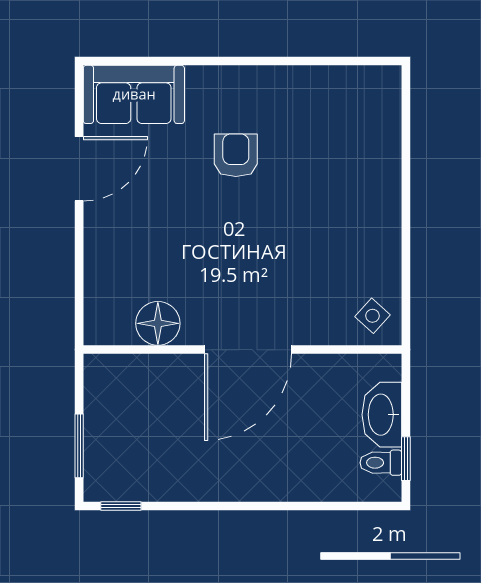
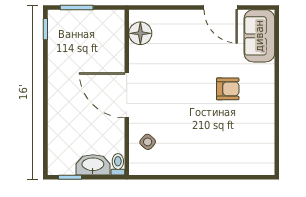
side table: (372, 316) -> (148, 142), moved
floor lamp: (158, 323) -> (140, 33), moved
toilet: (381, 463) -> (118, 164), moved

